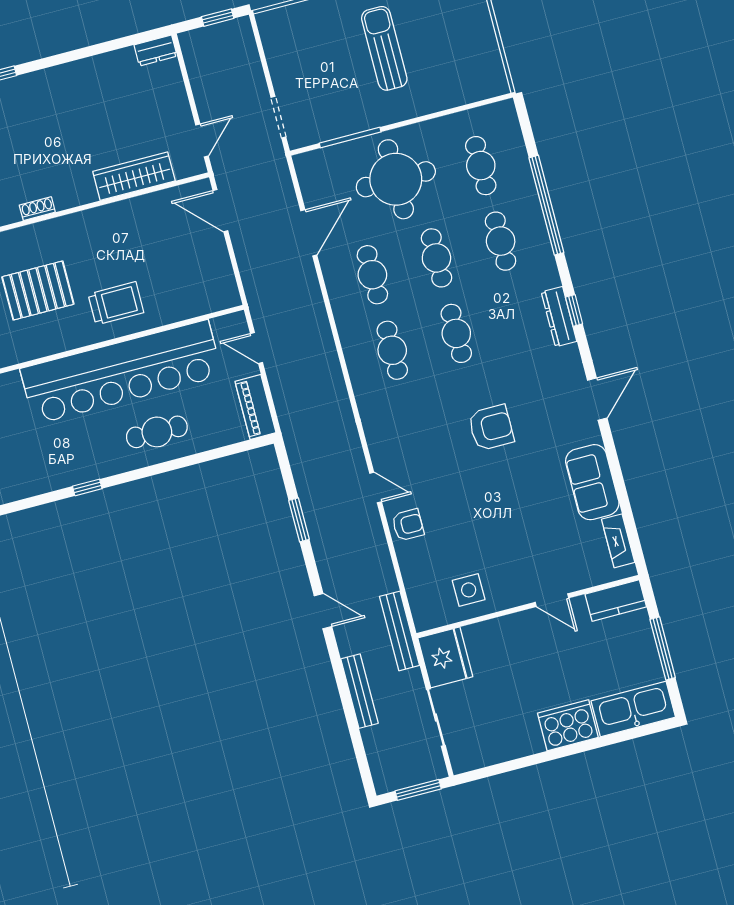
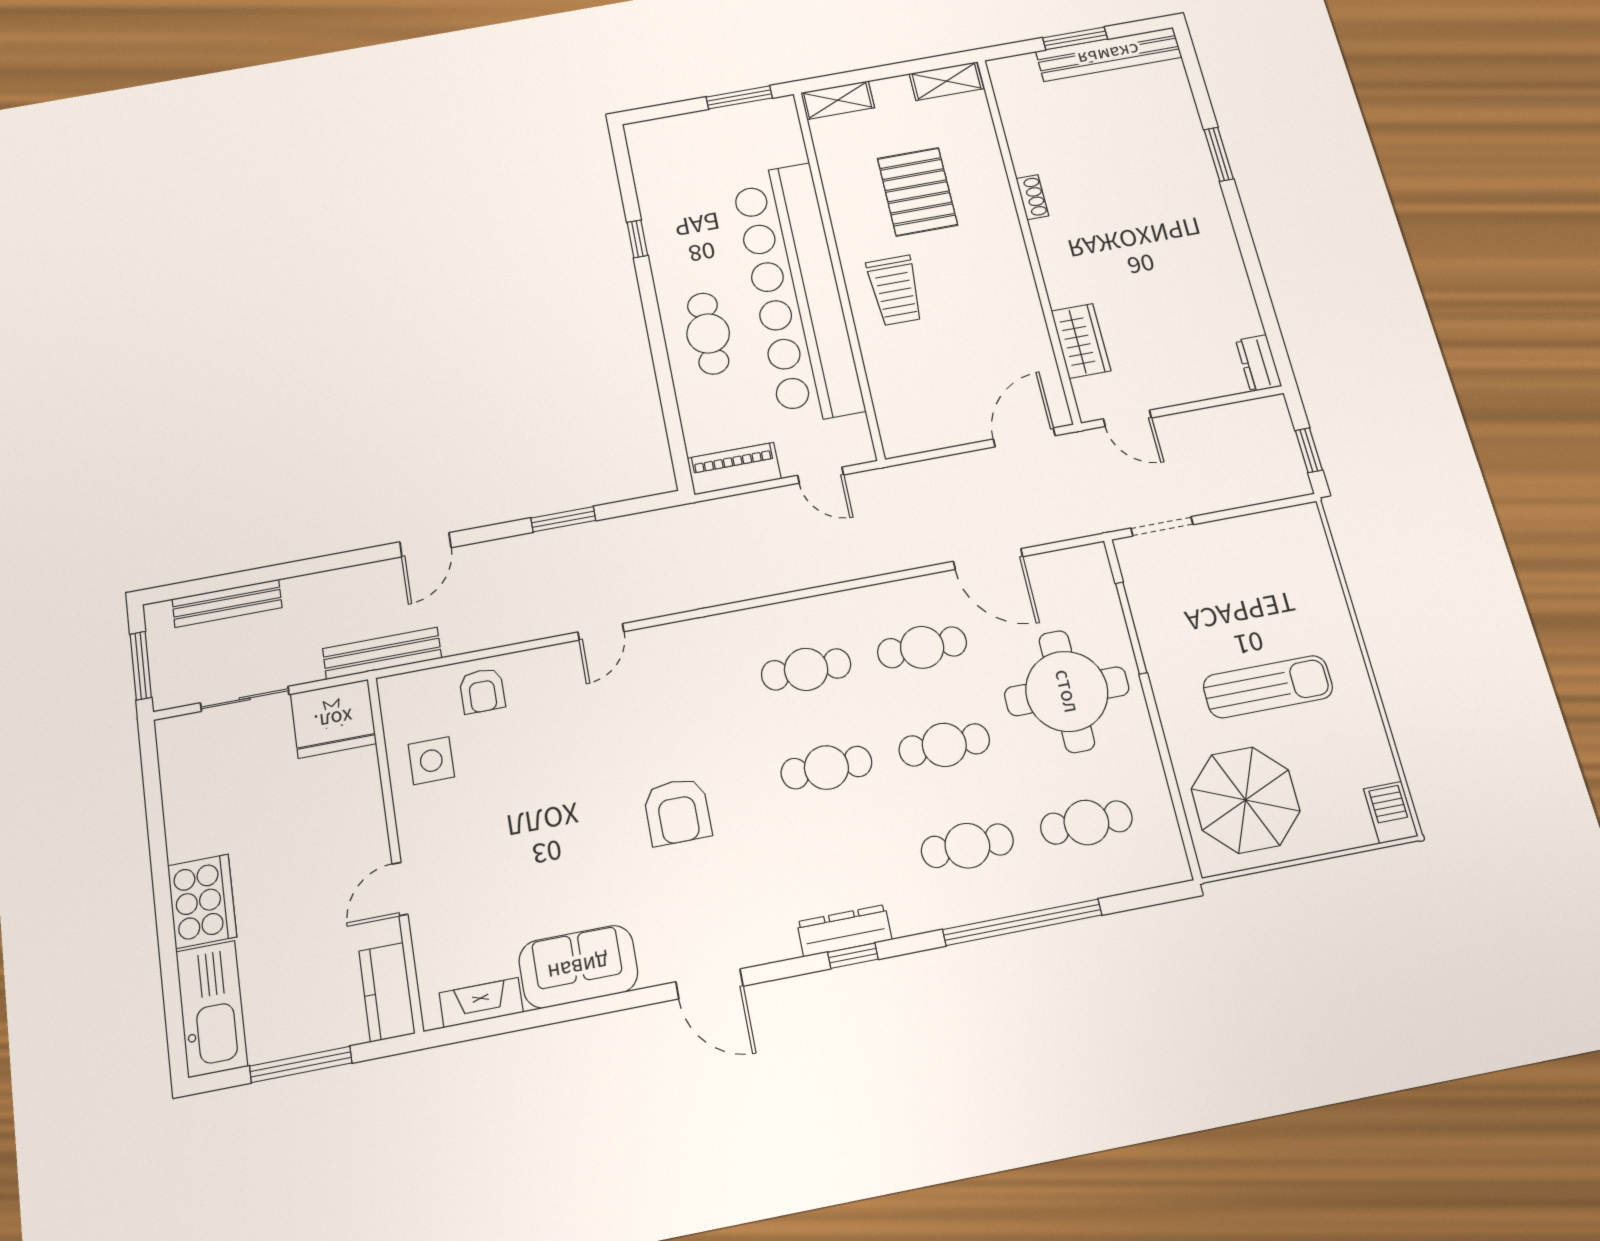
parasol: (460, 64) -> (1245, 800), added
wardrobe: (134, 176) -> (1081, 341), width x0.67
door: (256, 348) -> (821, 475), swing flipped
armchair: (408, 525) -> (482, 691), moved
bench: (359, 691) -> (227, 603), moved

